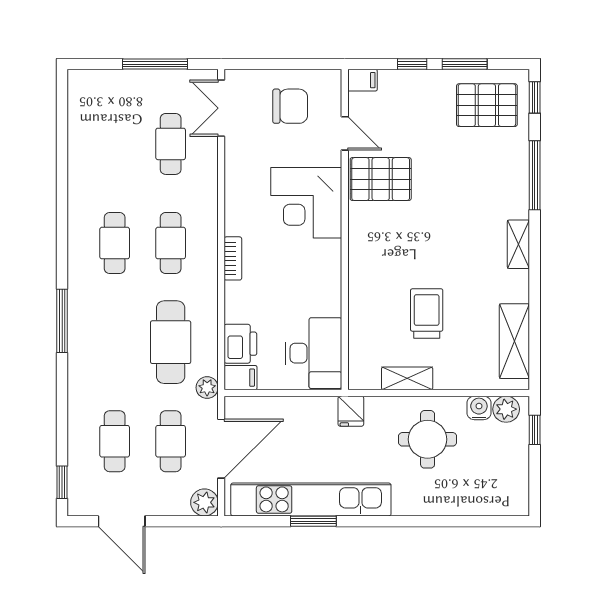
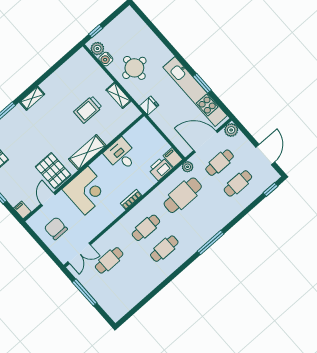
shelving: (514, 341) -> (87, 152), moved
desk: (314, 353) -> (121, 155), moved, width x0.73

